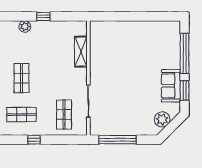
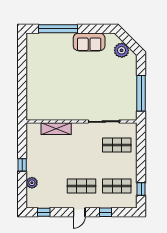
window: (185, 90) -> (94, 29), removed
shop shelf: (22, 115) -> (117, 186), turned 90
window: (34, 140) -> (141, 189), moved

